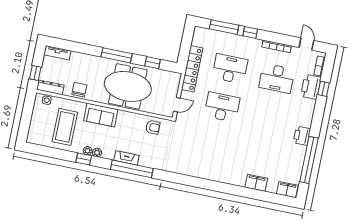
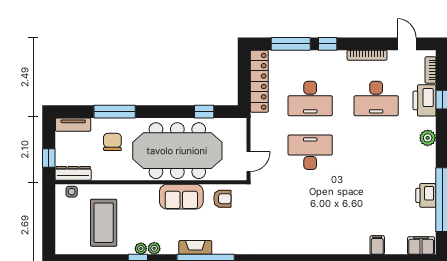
window: (117, 55) -> (115, 112), moved
locker: (192, 69) -> (259, 81), moved
desk: (230, 69) -> (310, 98), turned 180
meeting table: (128, 86) -> (177, 151), width x1.36
chair: (79, 90) -> (112, 142), moved
plant: (308, 114) -> (428, 138), added
sofa: (101, 115) -> (181, 197), moved
printer: (302, 136) -> (426, 195), moved
filing cabinet: (256, 183) -> (377, 245), width x0.50

